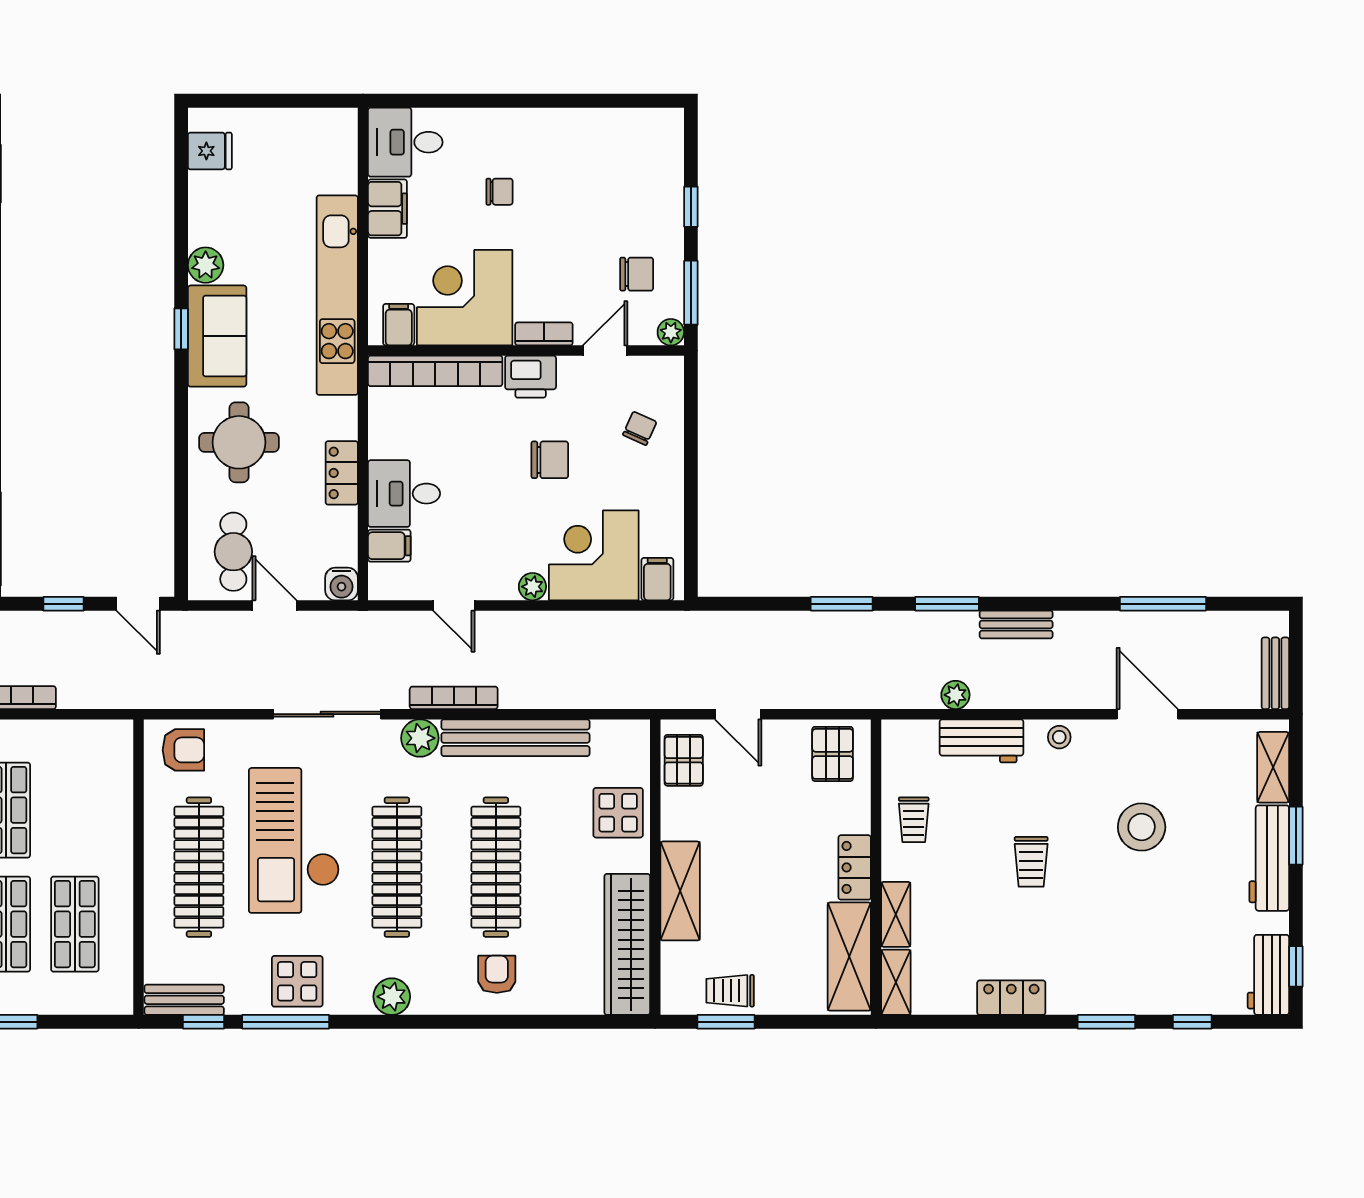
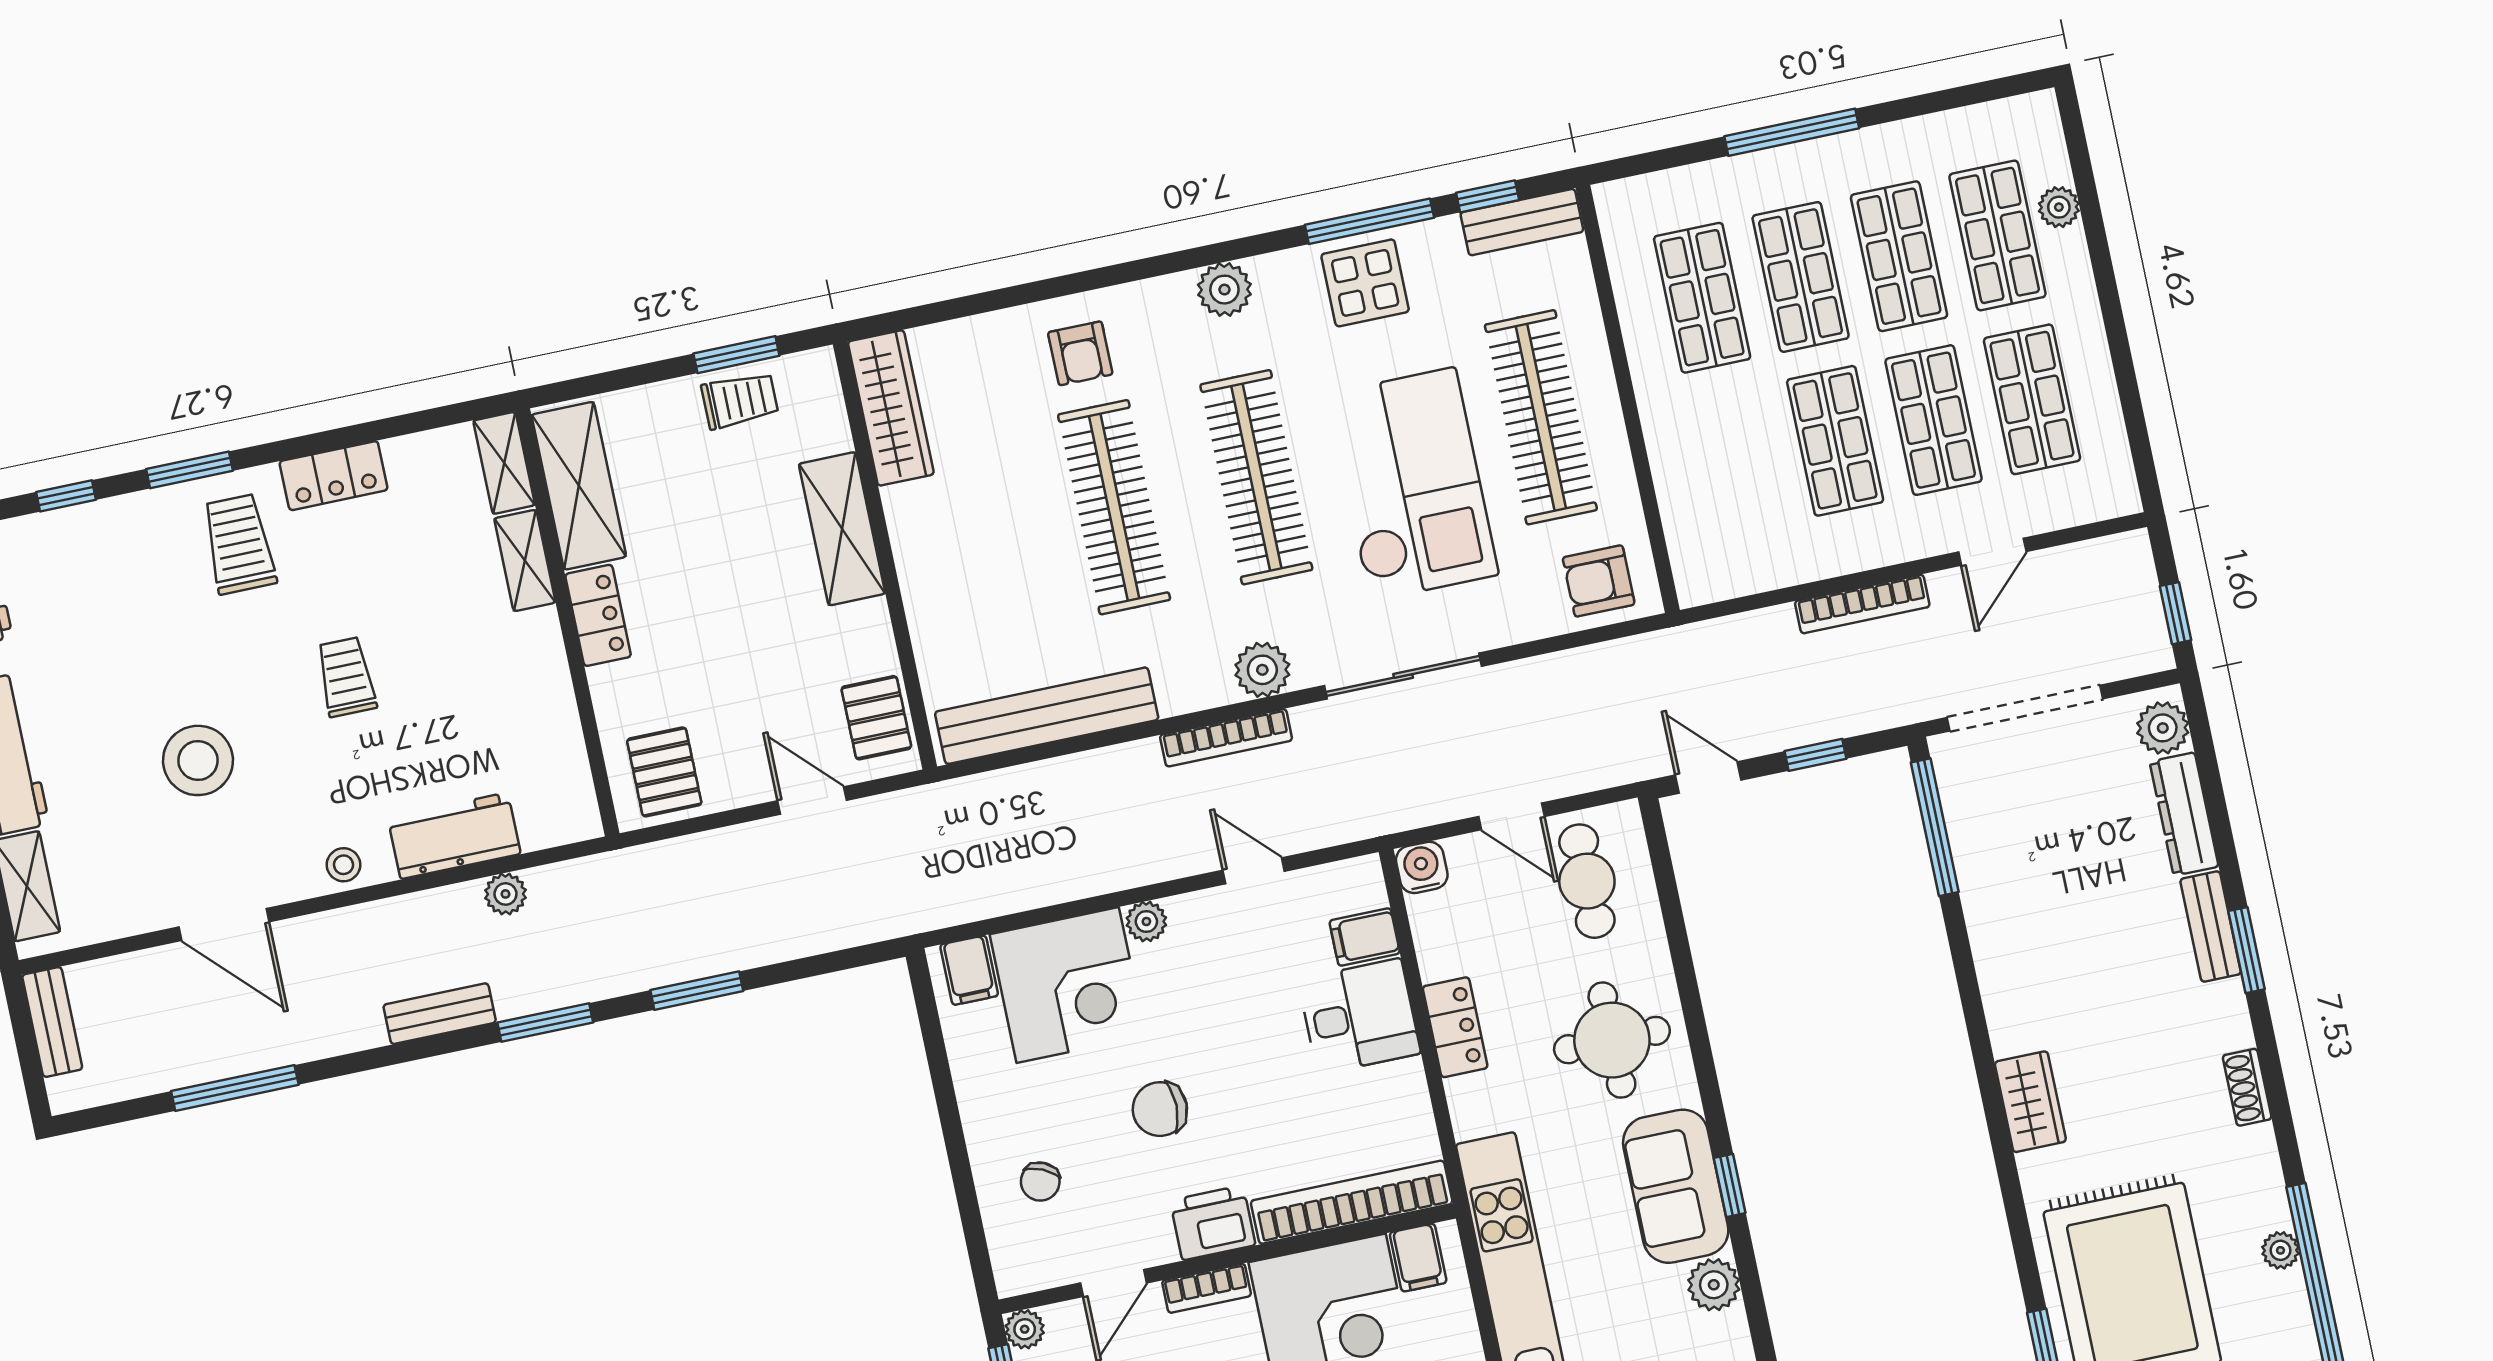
bench: (515, 738) -> (1047, 716), moved
display table: (618, 813) -> (955, 622), removed
trolley: (914, 820) -> (239, 544), moved, width x1.36, depth x1.39
wardrobe: (627, 944) -> (891, 408), width x0.71, depth x0.85

